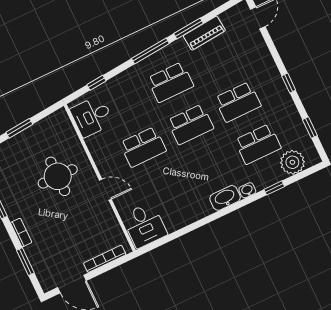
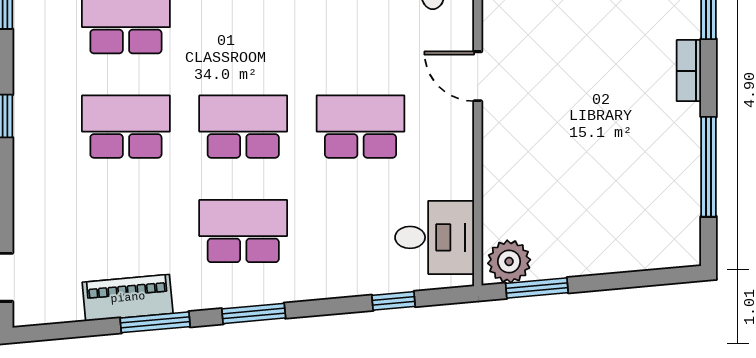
window: (150, 51) -> (254, 313), width x0.69
plant: (57, 121) -> (509, 261), added
window: (19, 128) -> (537, 288), moved
round table: (58, 176) -> (561, 149), removed

